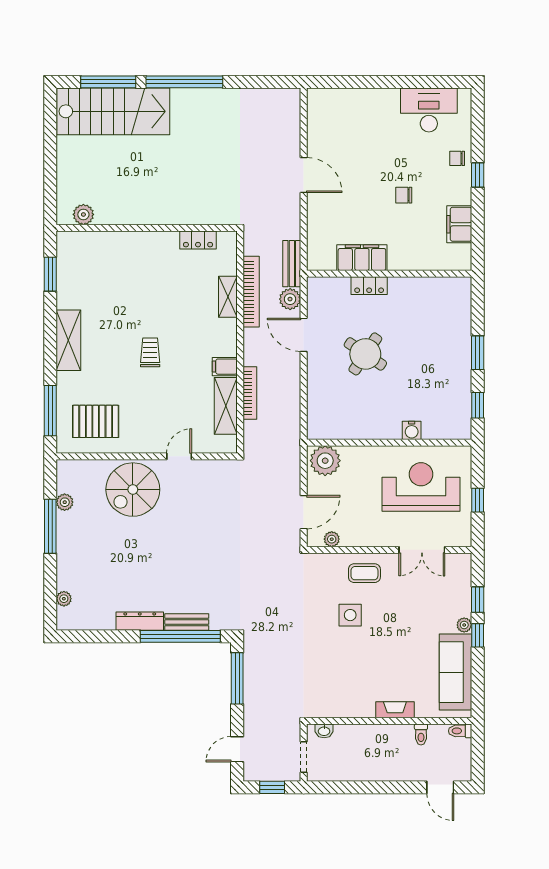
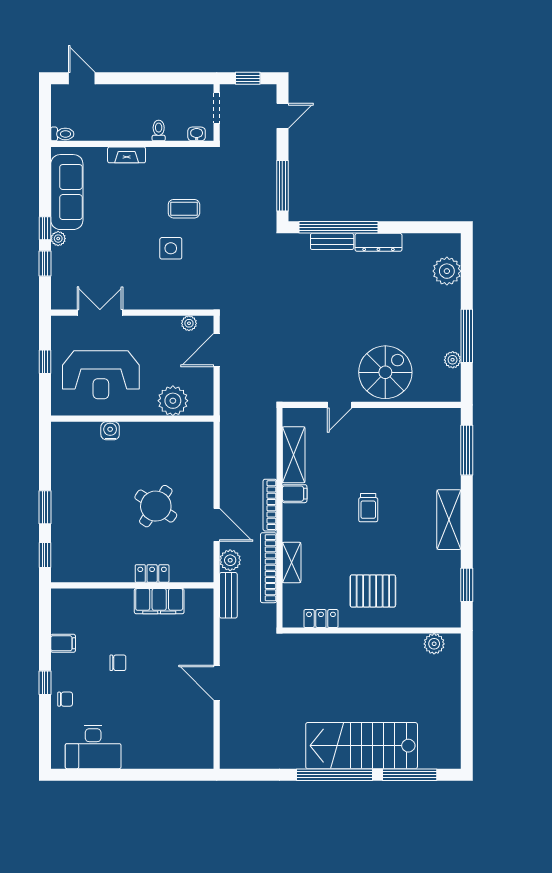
stairs: (113, 111) -> (362, 746), moved
filing cabinet: (459, 224) -> (63, 643), width x0.50
bookcase: (250, 393) -> (270, 505), moved
window: (478, 405) -> (45, 555), moved
pallet: (96, 421) -> (373, 591), moved
plant: (325, 461) -> (173, 401), moved
coffee table: (364, 573) -> (184, 209), moved
plant: (64, 599) -> (447, 271), width x1.88, depth x1.88
toilet: (421, 734) -> (159, 131), moved

